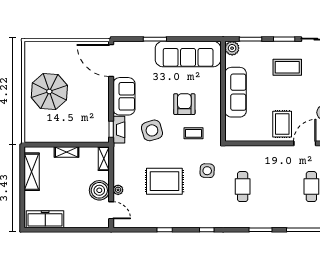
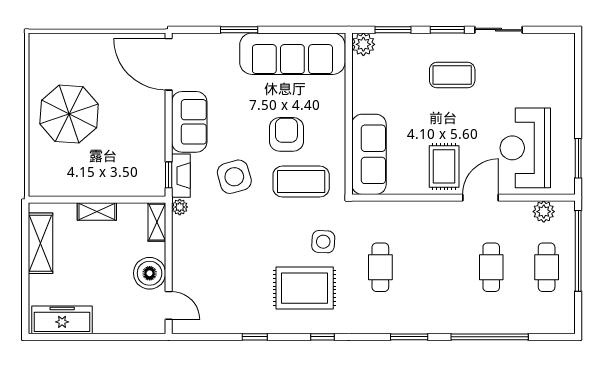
sofa: (236, 92) -> (369, 154), moved
coffee table: (193, 133) -> (301, 182), width x1.86, depth x1.72
rug: (164, 181) -> (305, 288), moved
plant: (118, 190) -> (180, 207), moved

